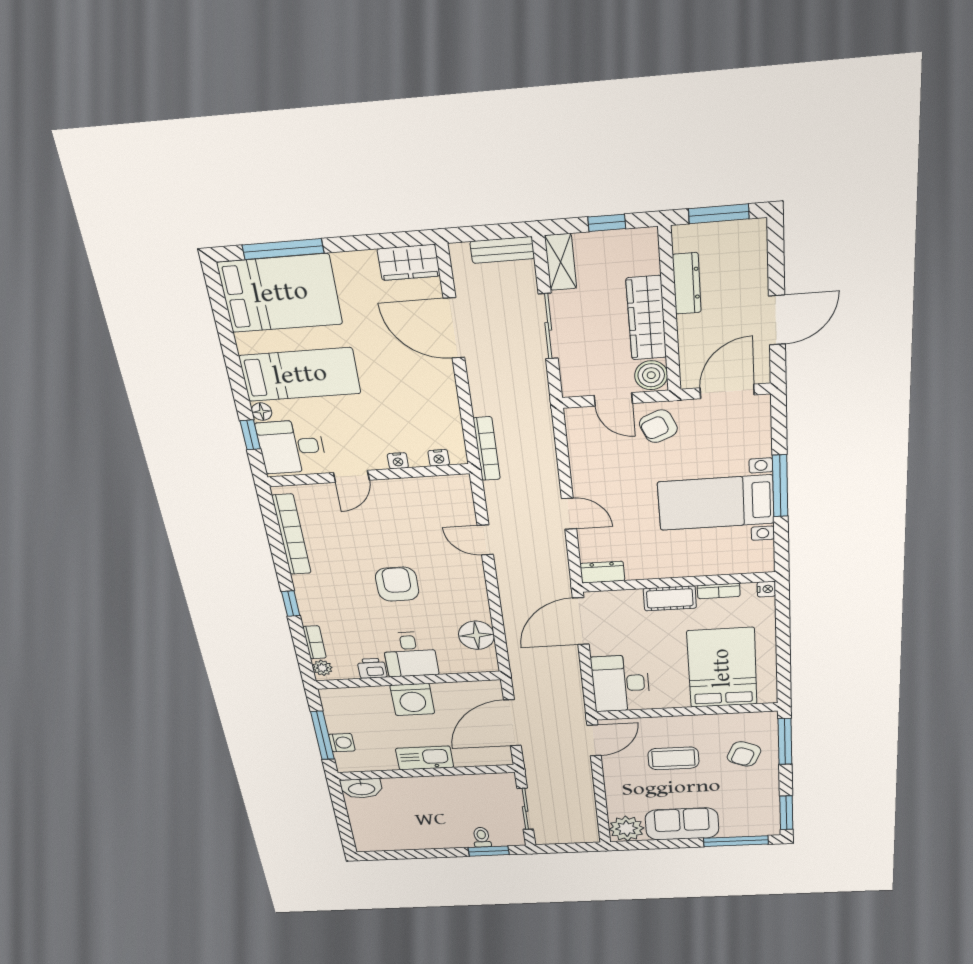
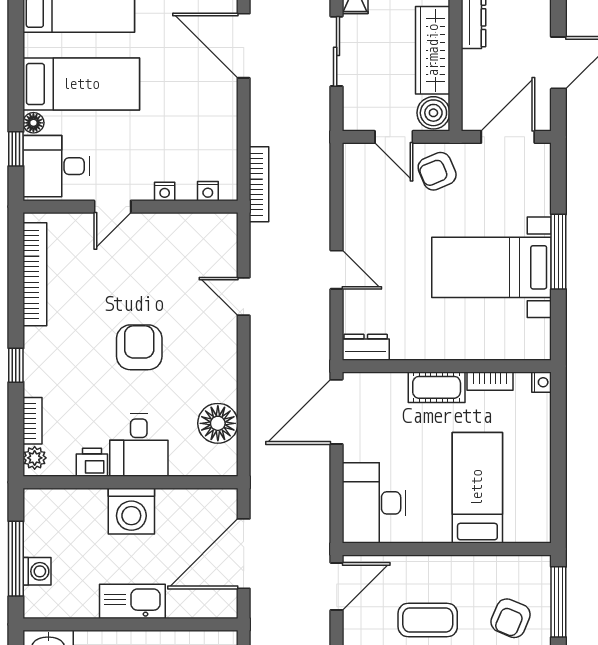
bed: (722, 668) -> (477, 488), width x0.67

